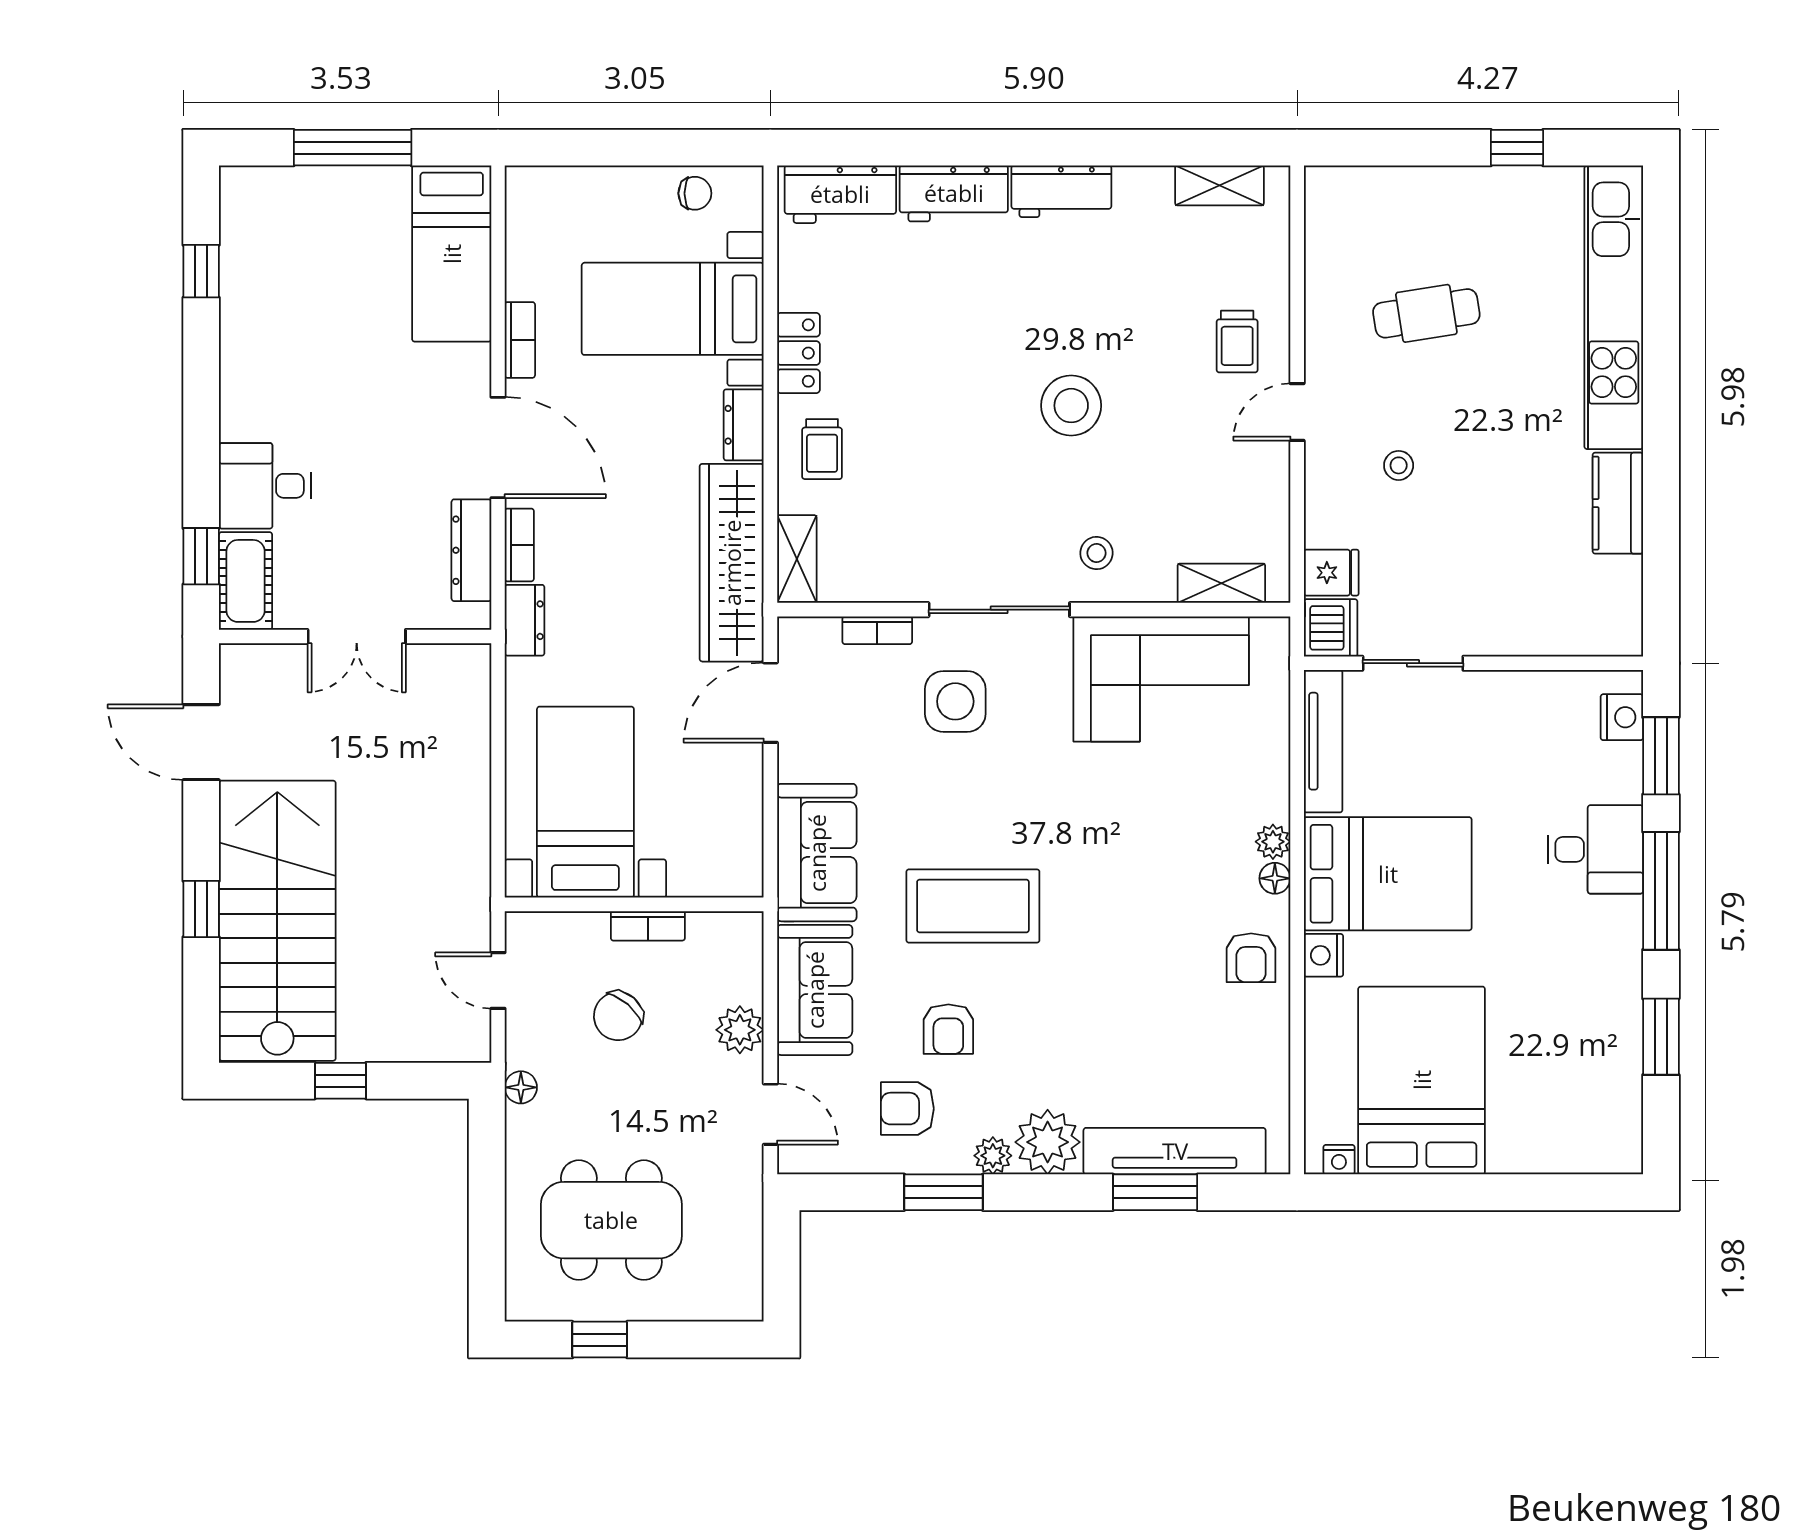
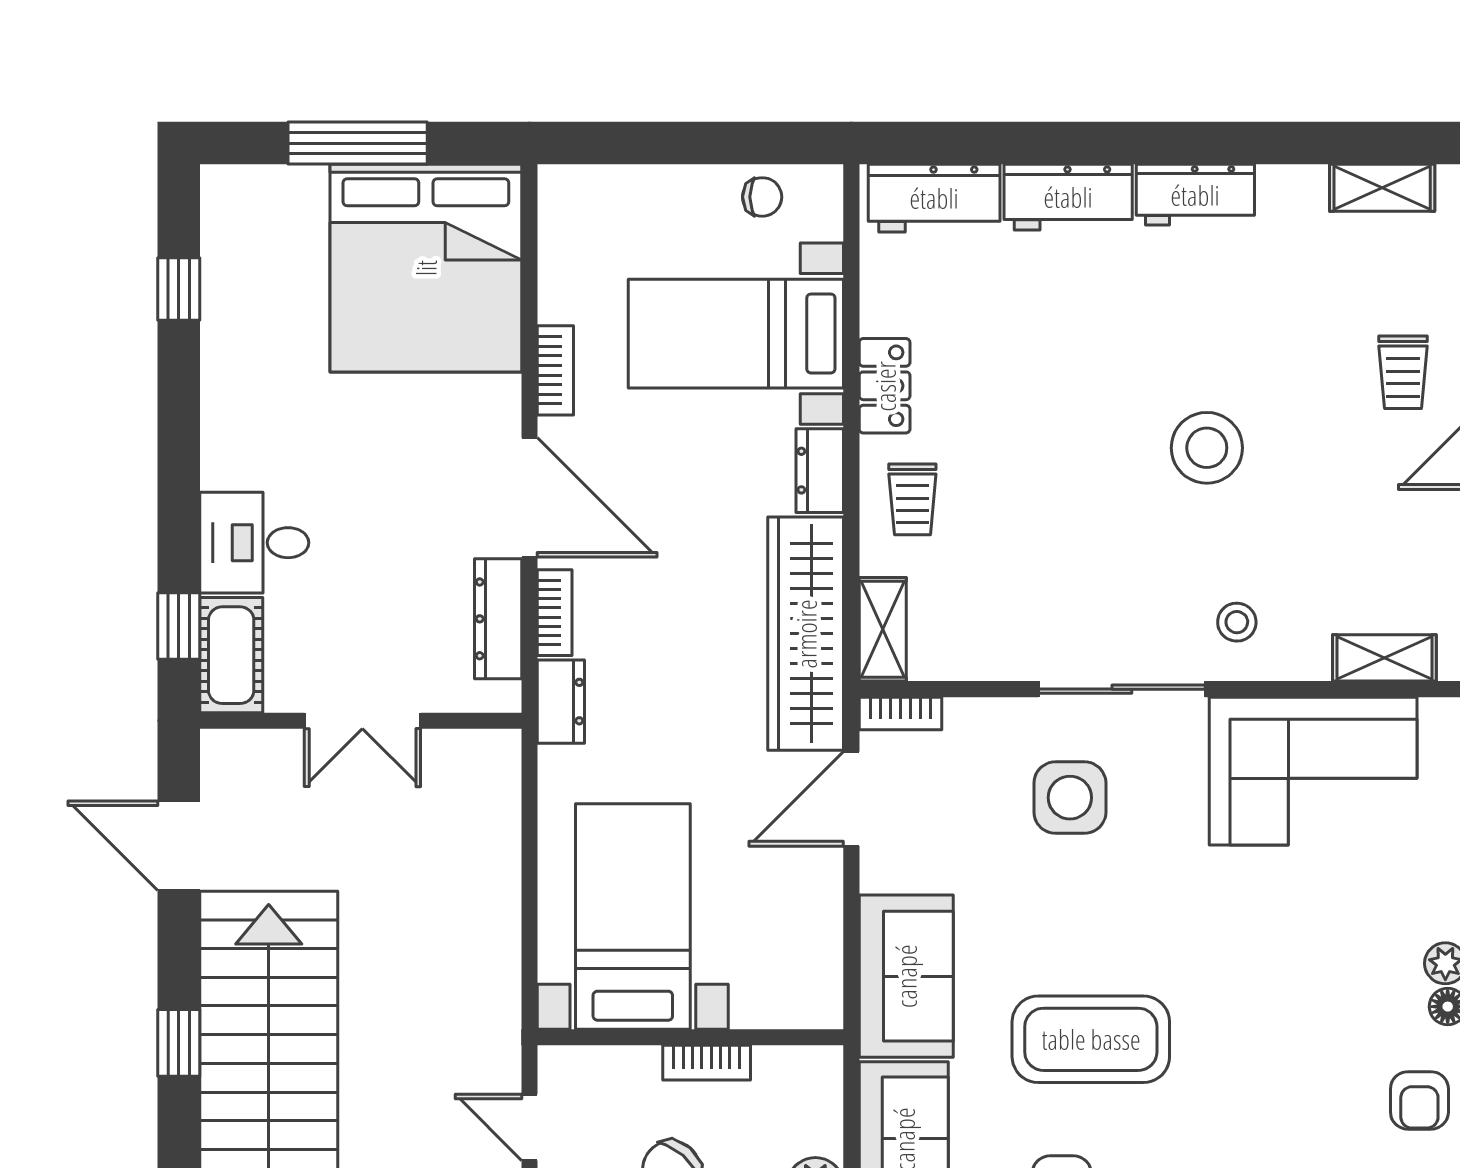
bed: (452, 254) -> (426, 268), width x2.04
bookcase: (877, 630) -> (900, 713), moved

